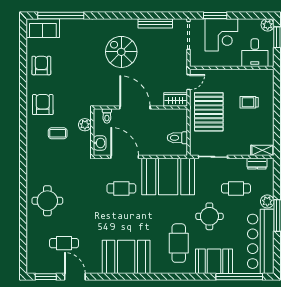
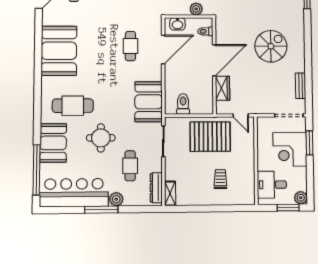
bench: (155, 23) -> (301, 86), width x0.73
wardrobe: (176, 100) -> (223, 88), moved
dresser: (257, 164) -> (156, 188), width x1.44
booth: (168, 176) -> (149, 102), width x0.73, depth x0.70

